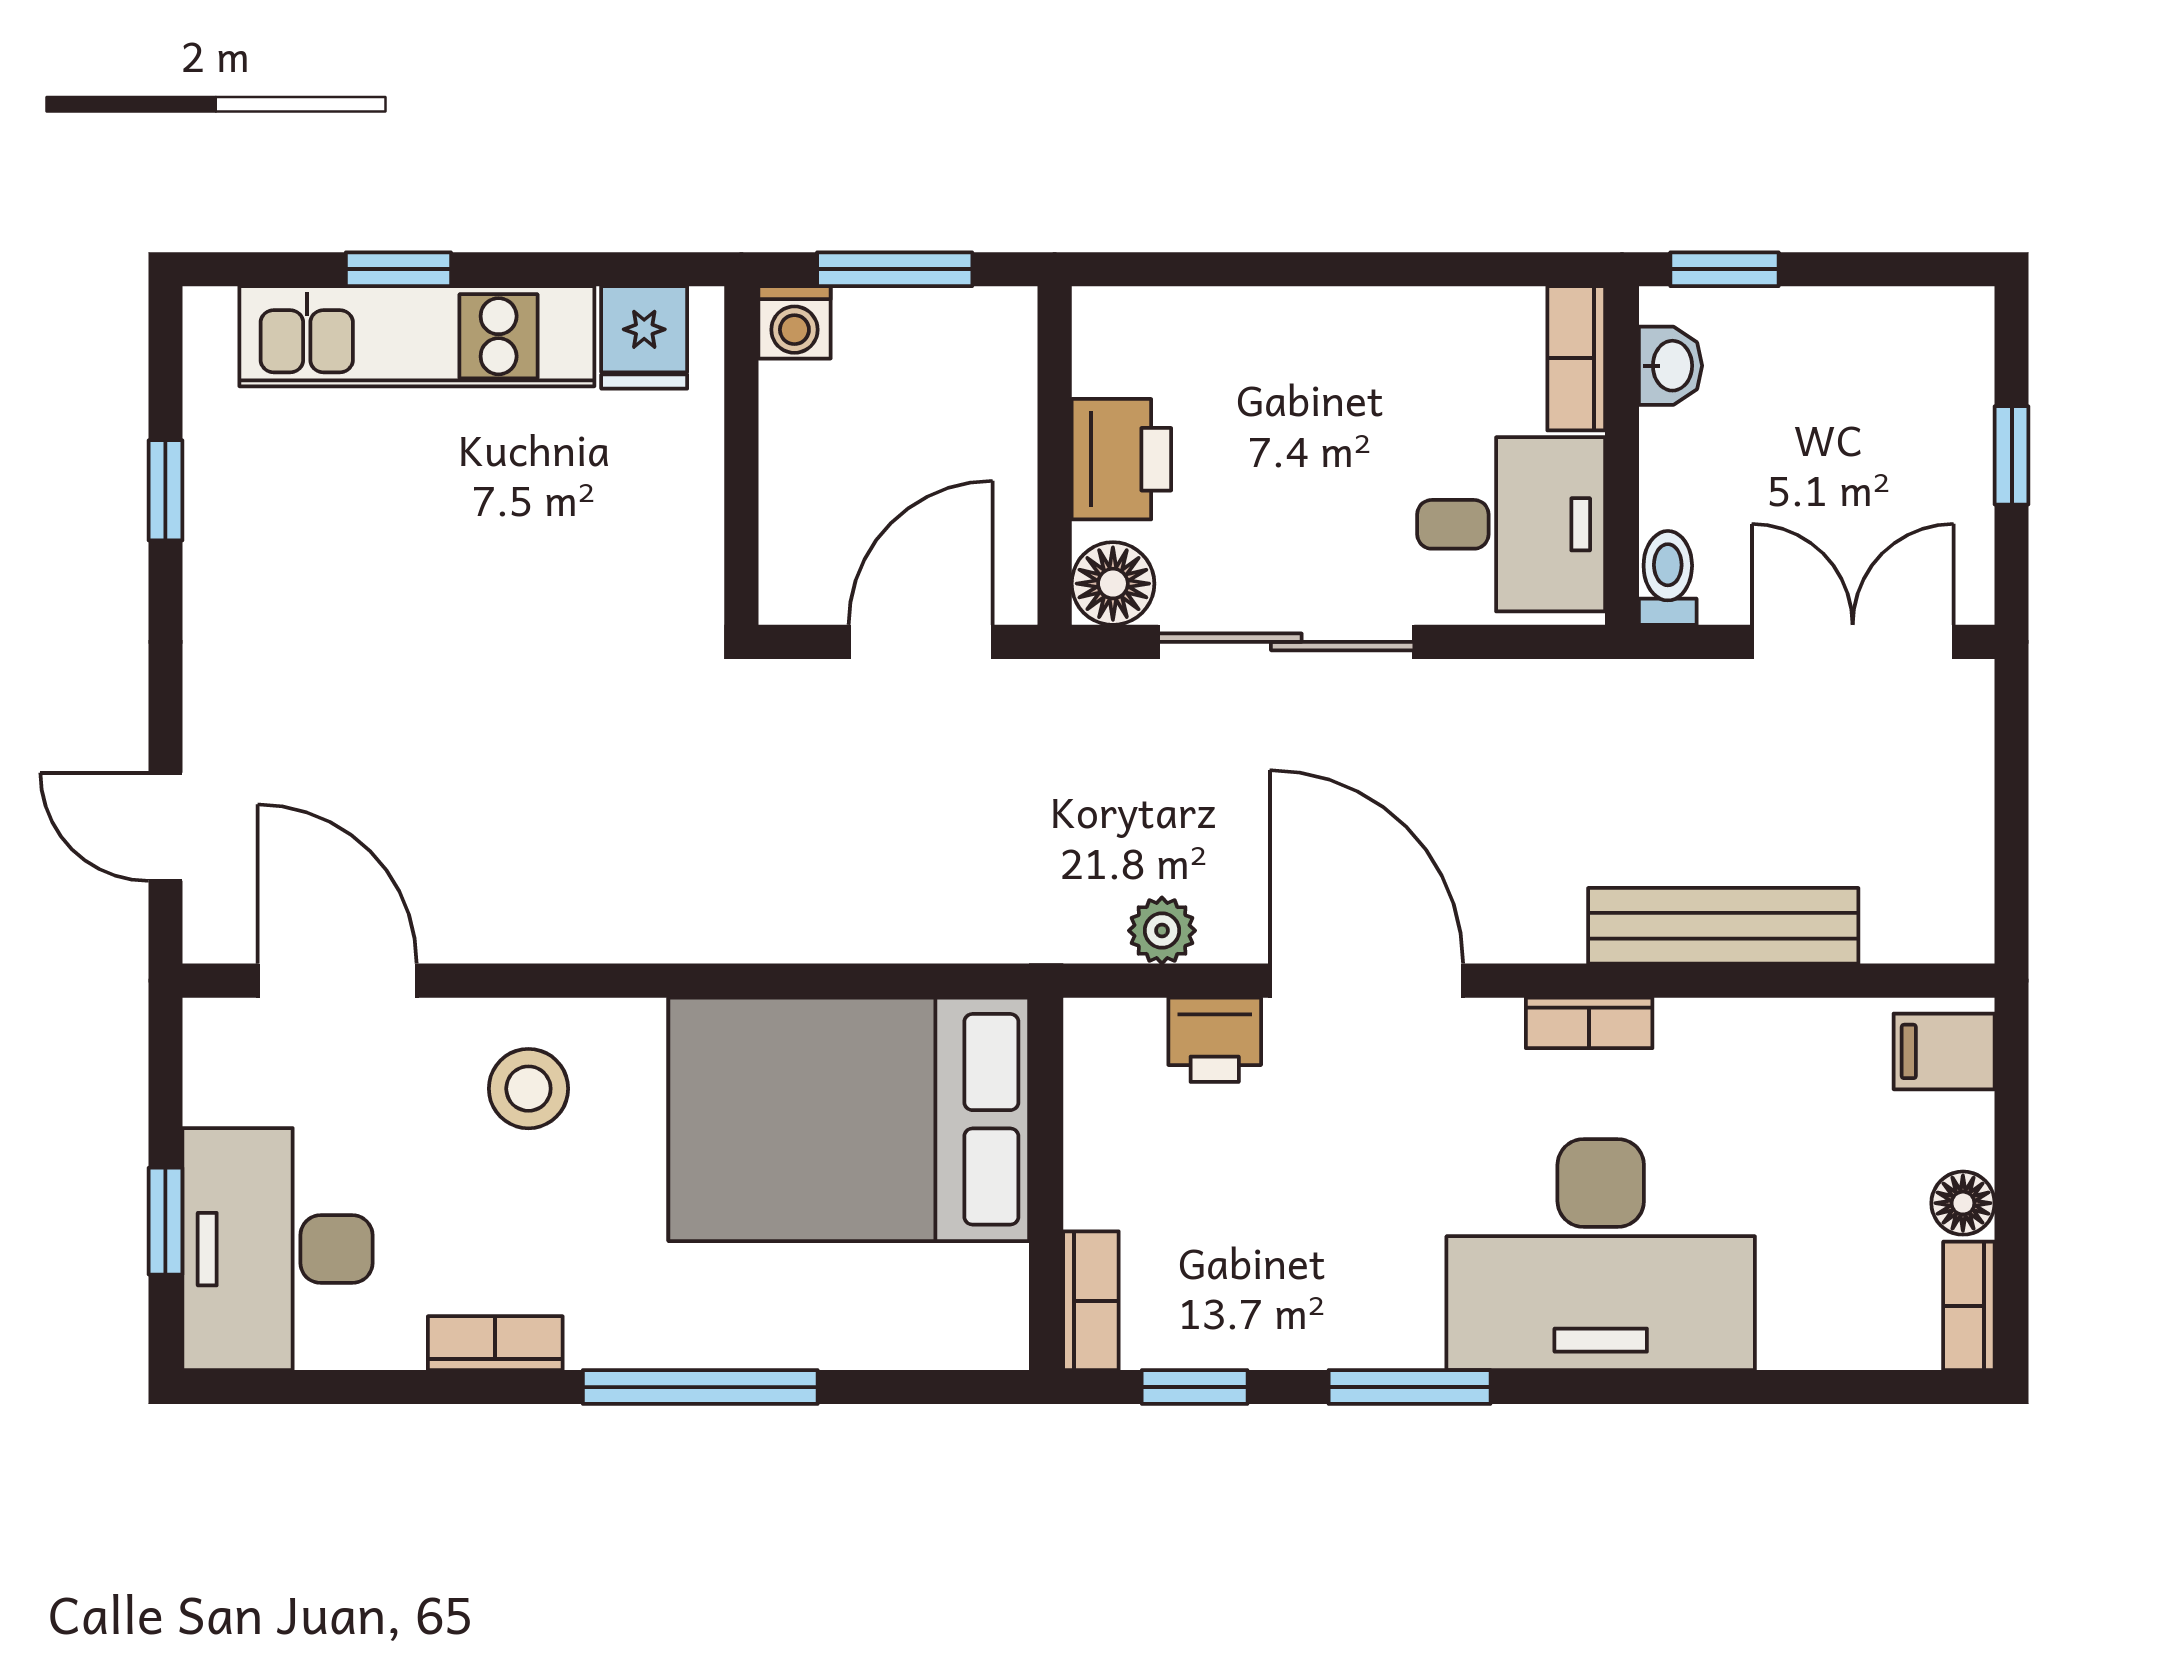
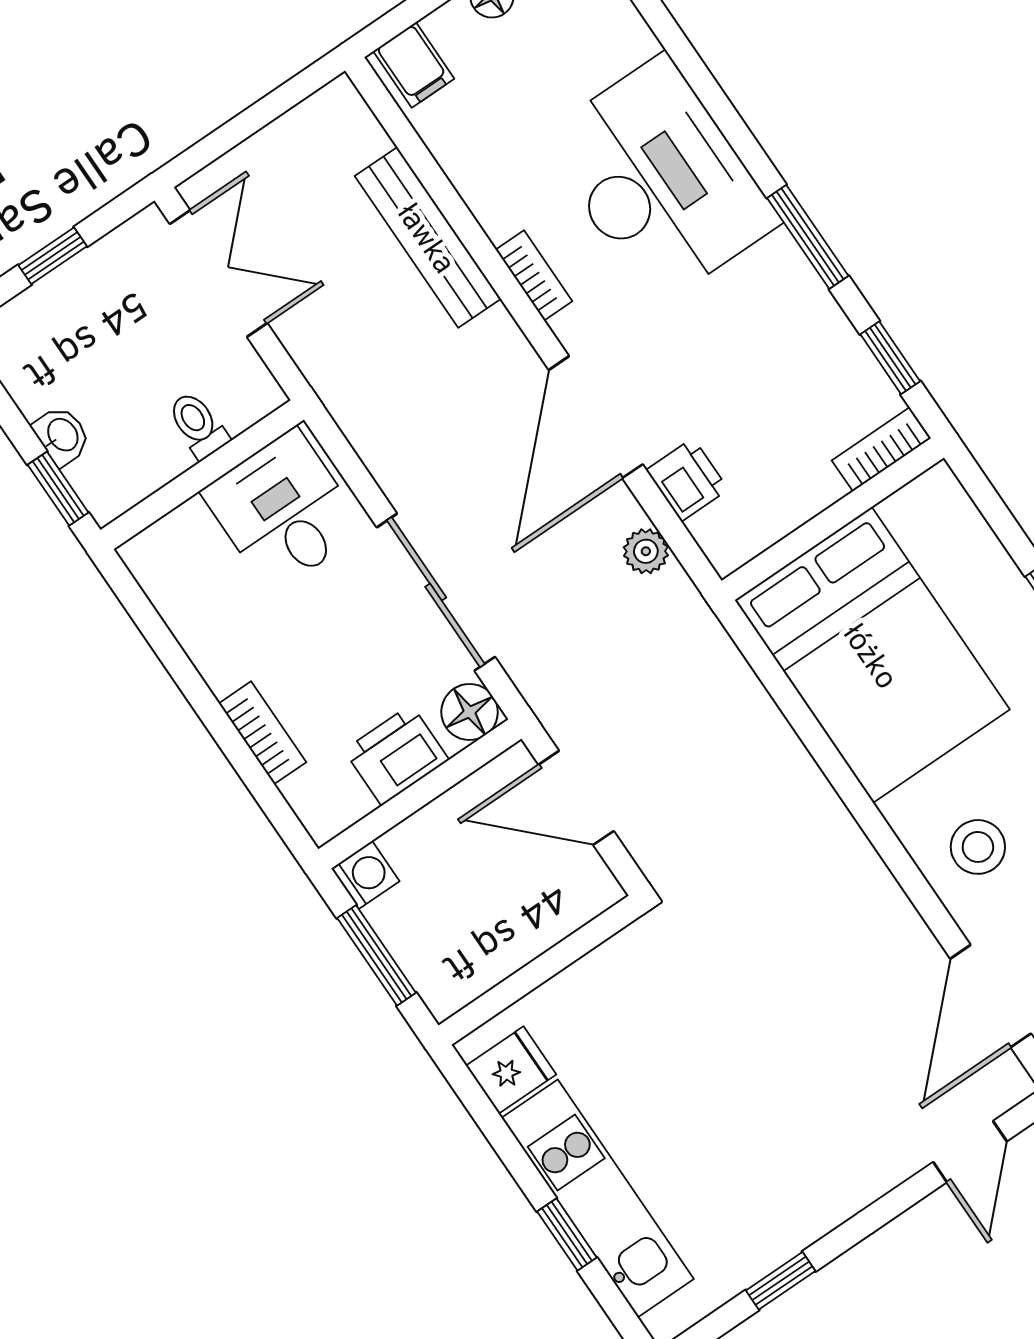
washing machine: (794, 322) -> (365, 875), moved
bookcase: (1576, 358) -> (262, 733), moved, turned -90
washbasin: (1671, 366) -> (62, 435), moved, turned 90
toilet: (1668, 578) -> (198, 425), moved, turned 90
double door: (1853, 642) -> (219, 274), swing flipped

